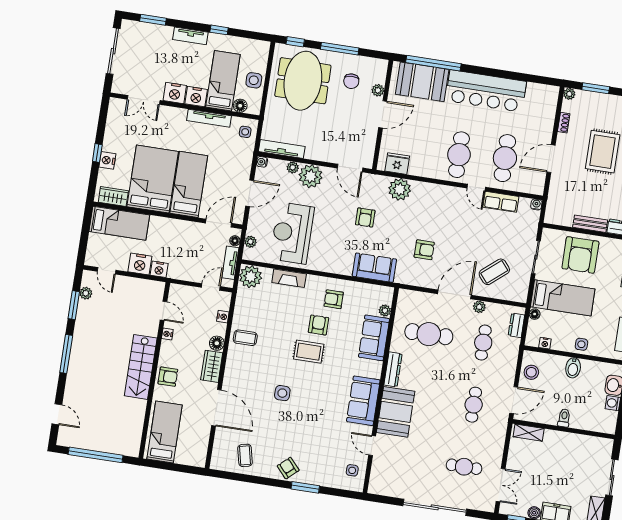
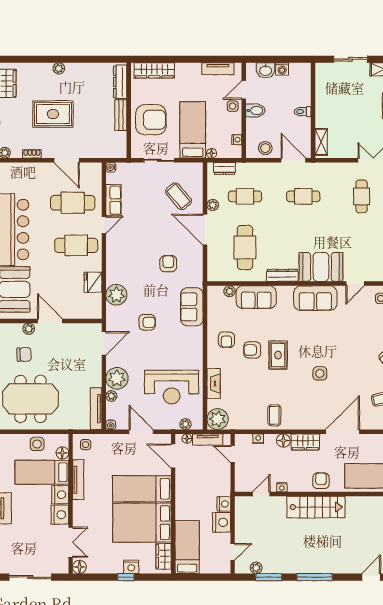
floor lamp: (116, 105) -> (79, 567), added
fridge: (397, 164) -> (93, 282), moved
door: (597, 359) -> (244, 90), added

